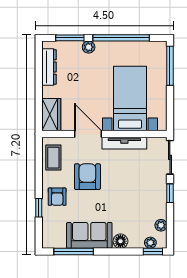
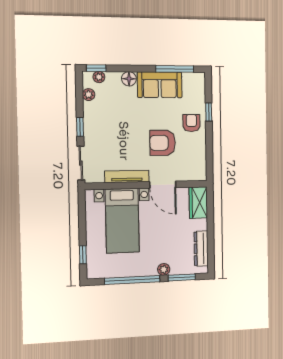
window: (170, 66) -> (83, 255), width x0.46
coffee table: (53, 158) -> (196, 161), removed
armchair: (87, 177) -> (163, 143), turned 90

